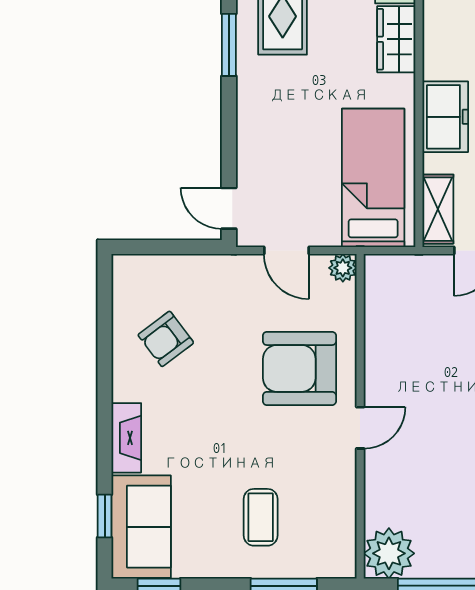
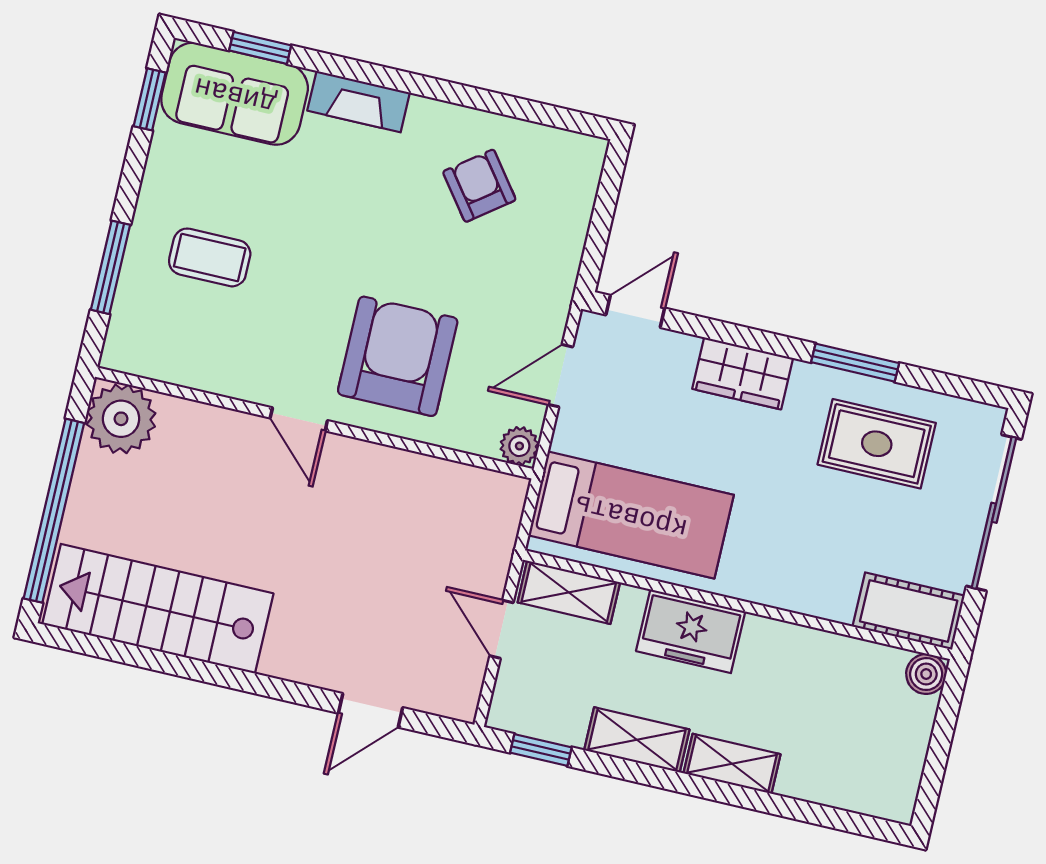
wardrobe: (396, 39) -> (743, 373), moved, turned 180

